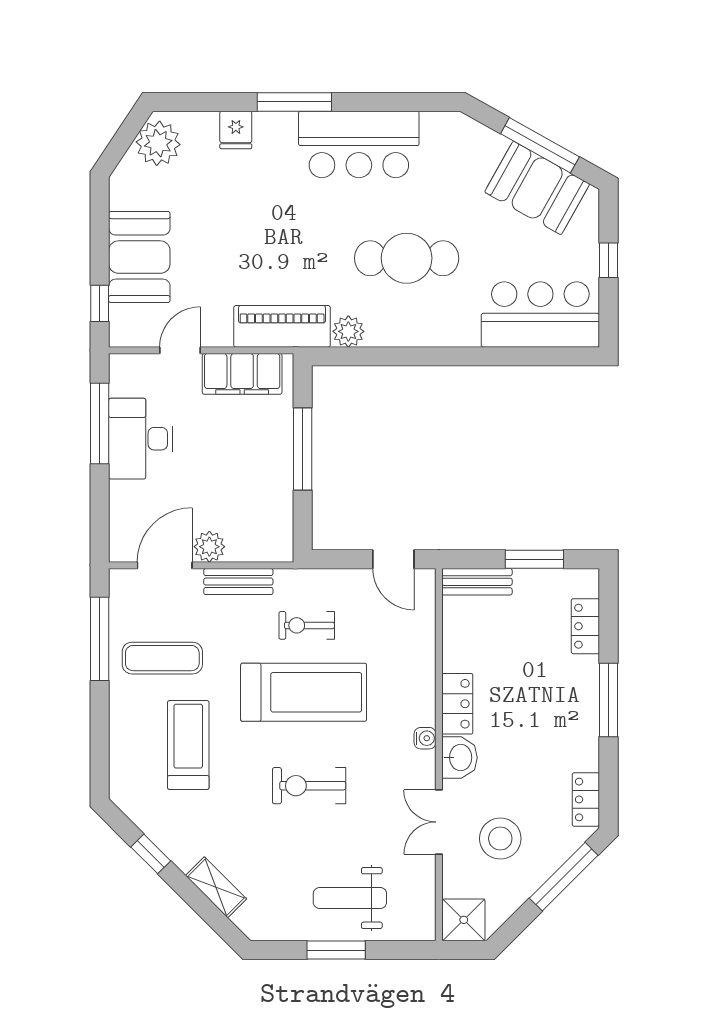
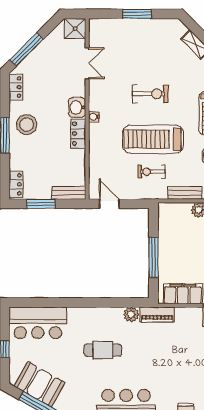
cafe table: (407, 258) -> (103, 350), width x0.73, depth x0.74
piano: (282, 326) -> (157, 315), width x0.73, depth x0.75
exercise bike: (307, 625) -> (151, 172), turned 180
locker: (585, 626) -> (16, 184), moved
double door: (439, 822) -> (87, 63), moved
stool: (500, 839) -> (27, 125), moved
weight bench: (350, 898) -> (130, 39), removed

